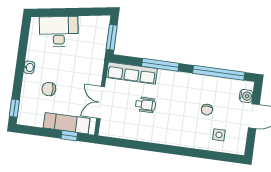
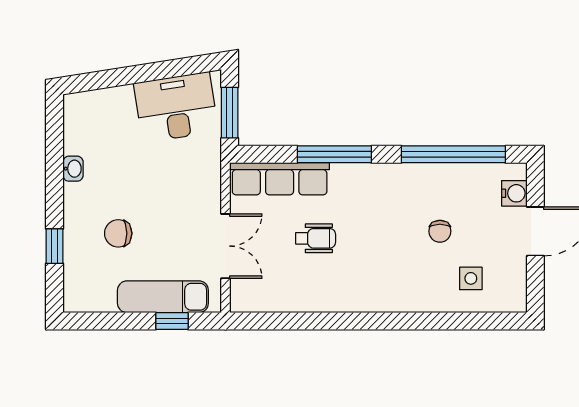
desk: (59, 31) -> (176, 107), moved
washbasin: (29, 67) -> (73, 169), moved
double door: (101, 103) -> (225, 246), swing flipped
window: (14, 108) -> (55, 246), moved

